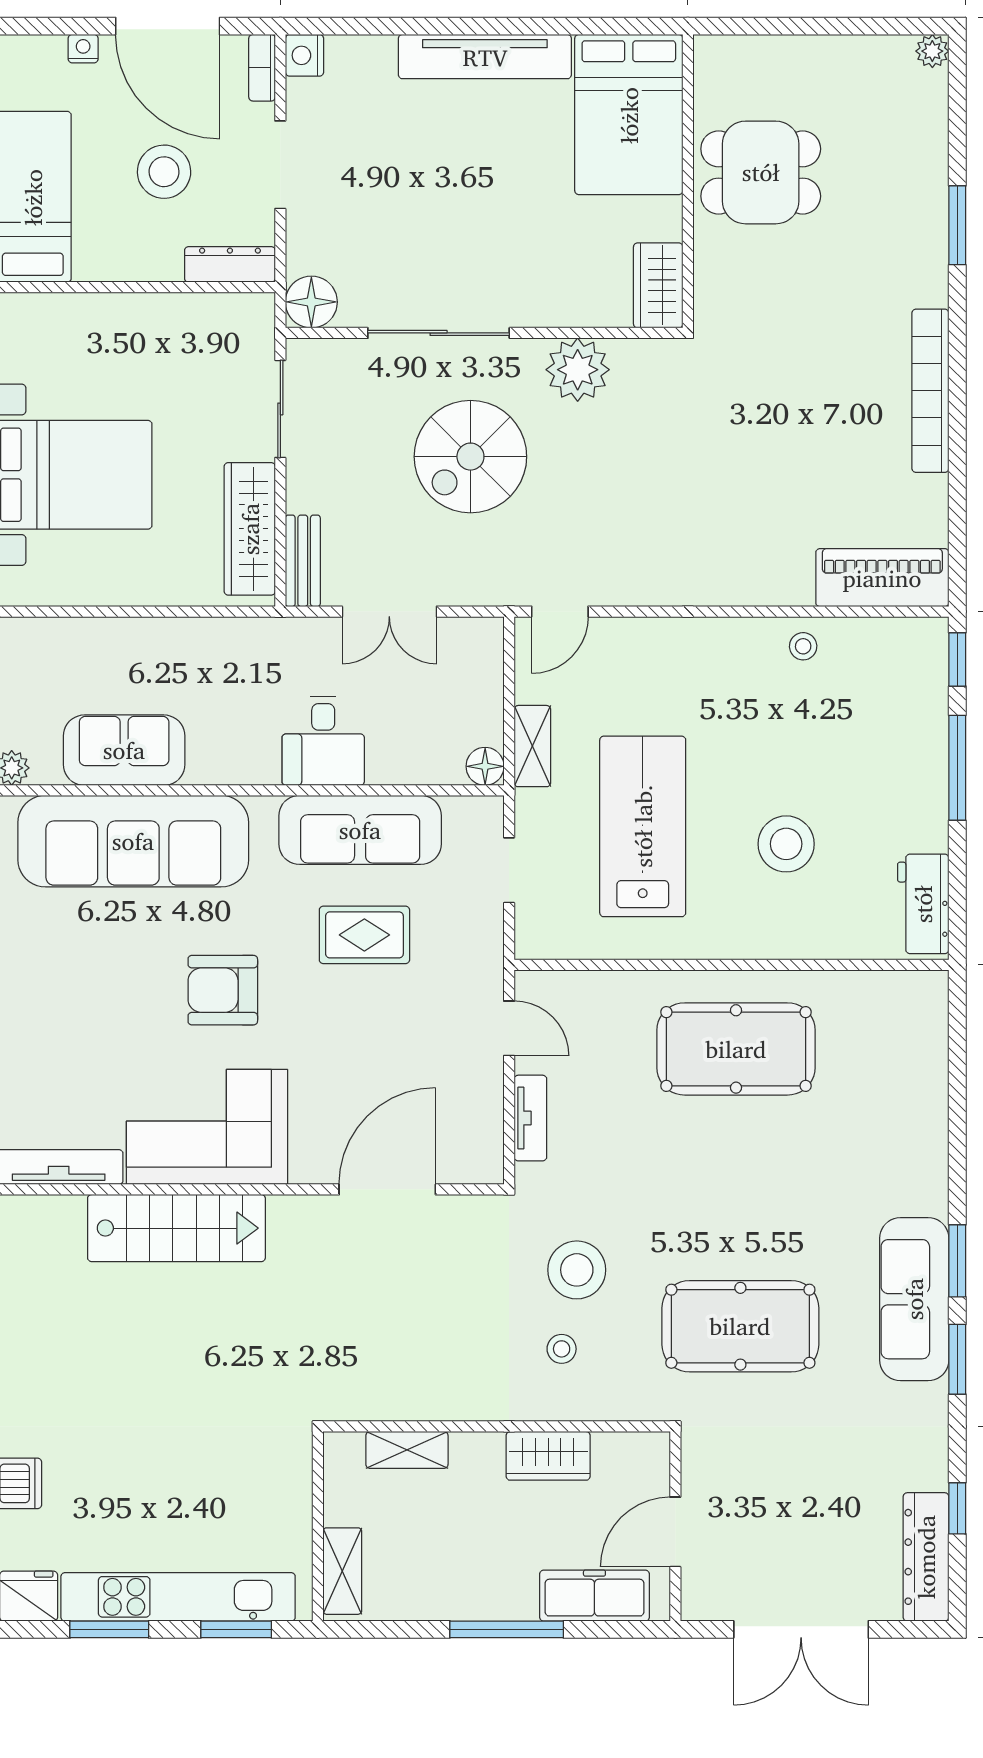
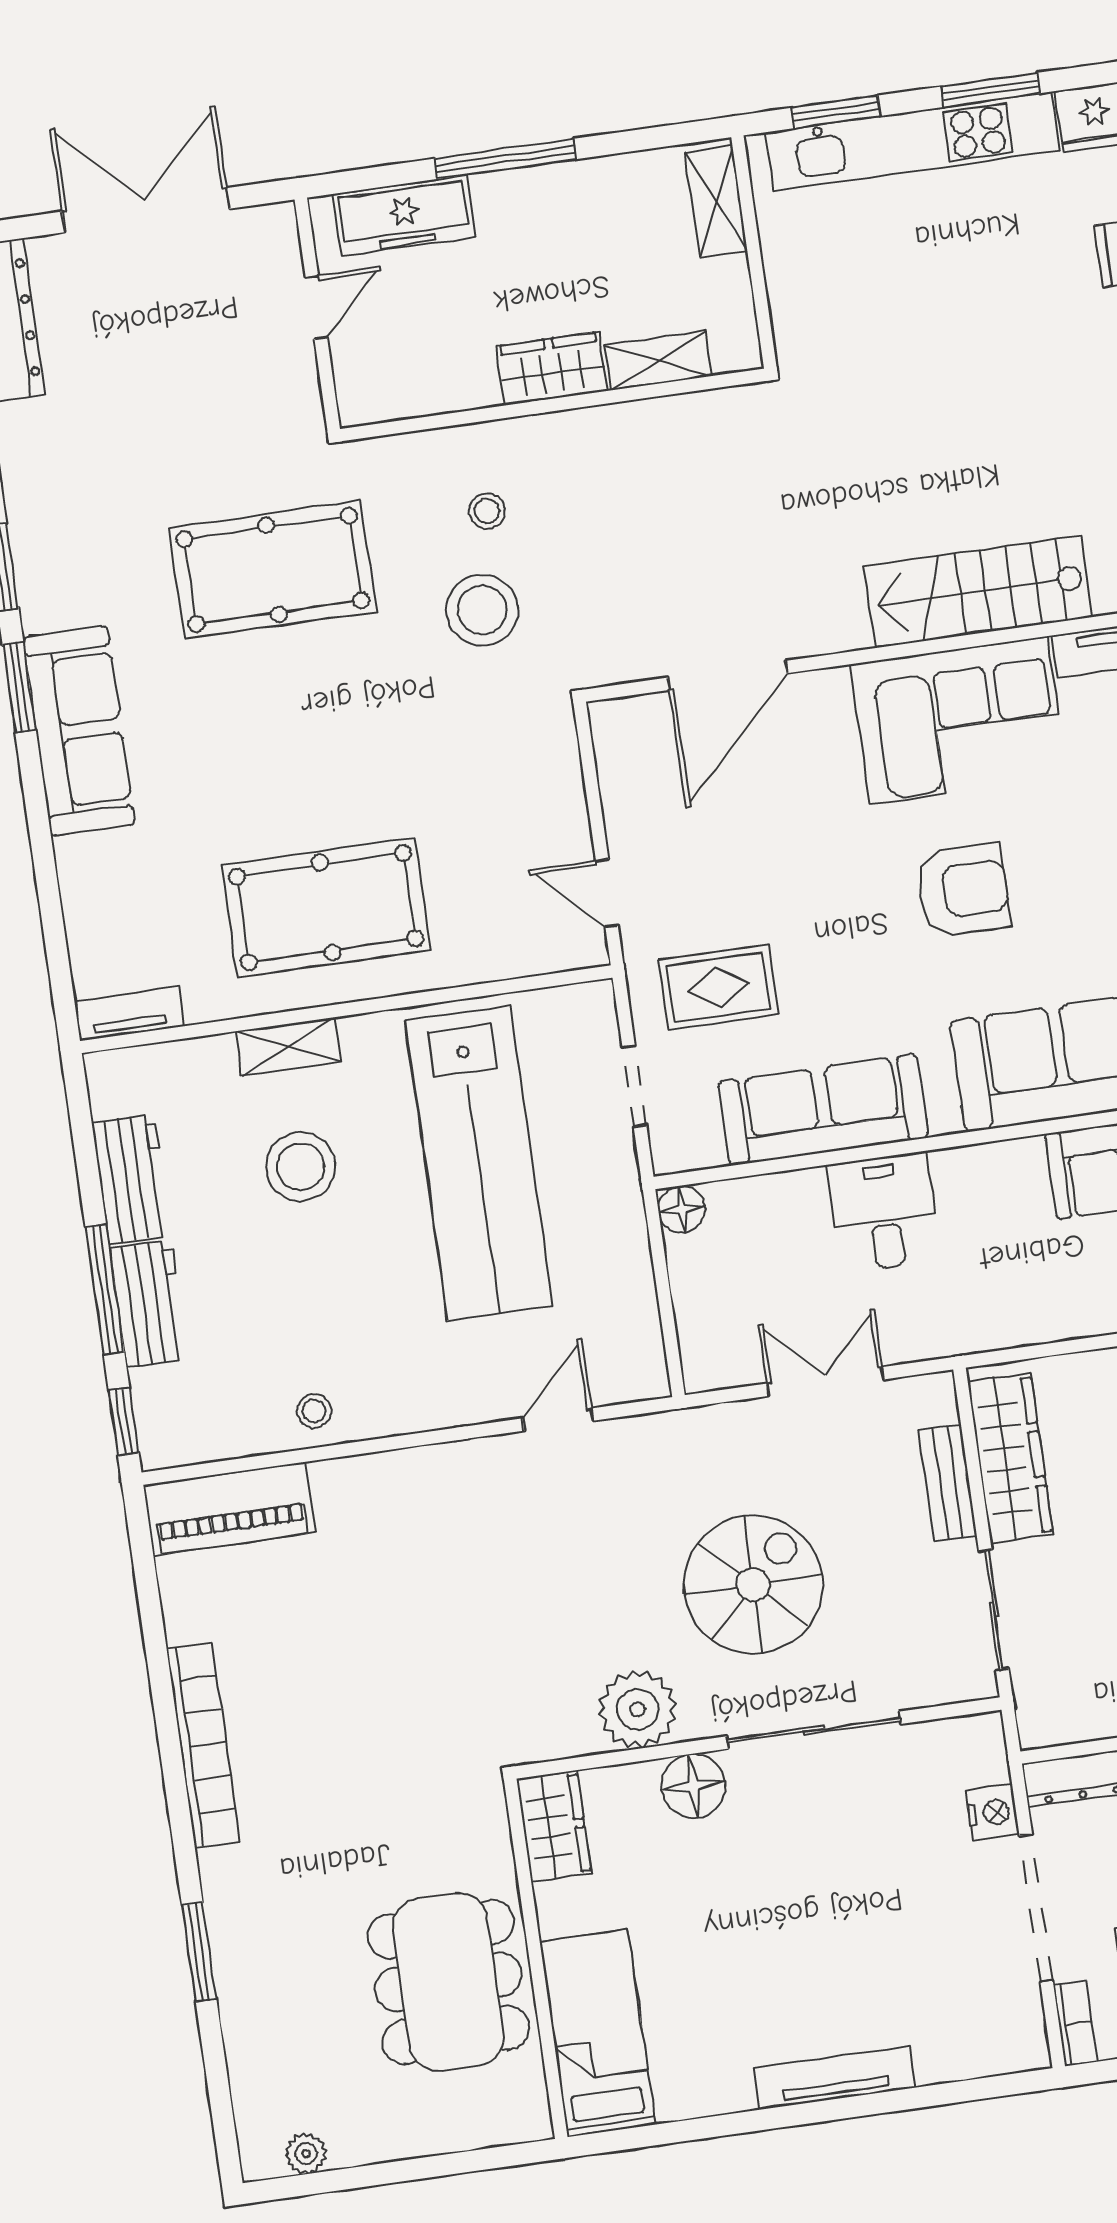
plant: (932, 51) -> (306, 2154), moved
nightstand: (304, 55) -> (992, 1812), moved
tv unit: (485, 57) -> (834, 2078), width x0.73, depth x0.78
bed: (629, 115) -> (597, 2033), width x0.67
doorway: (280, 165) -> (1036, 1908), width x1.36
dining table: (761, 172) -> (448, 1982), width x1.37
floor lamp: (311, 302) -> (693, 1786), moved
bench: (303, 561) -> (948, 1483), moved
door: (560, 612) -> (558, 1419), moved
shelving: (532, 746) -> (288, 1047), moved, turned 90
workbench: (924, 751) -> (149, 1304), added
lab bench: (643, 826) -> (479, 1163), width x1.36
workbench: (923, 904) -> (132, 1179), moved
rug: (364, 935) -> (718, 987), moved
tv unit: (530, 1118) -> (129, 1014), moved, turned 90
sofa: (914, 1299) -> (79, 731), moved
wardrobe: (548, 1456) -> (552, 369), moved
door: (675, 1532) -> (316, 307), width x0.73

